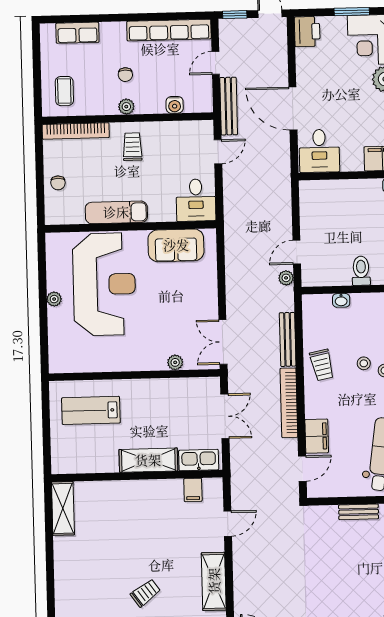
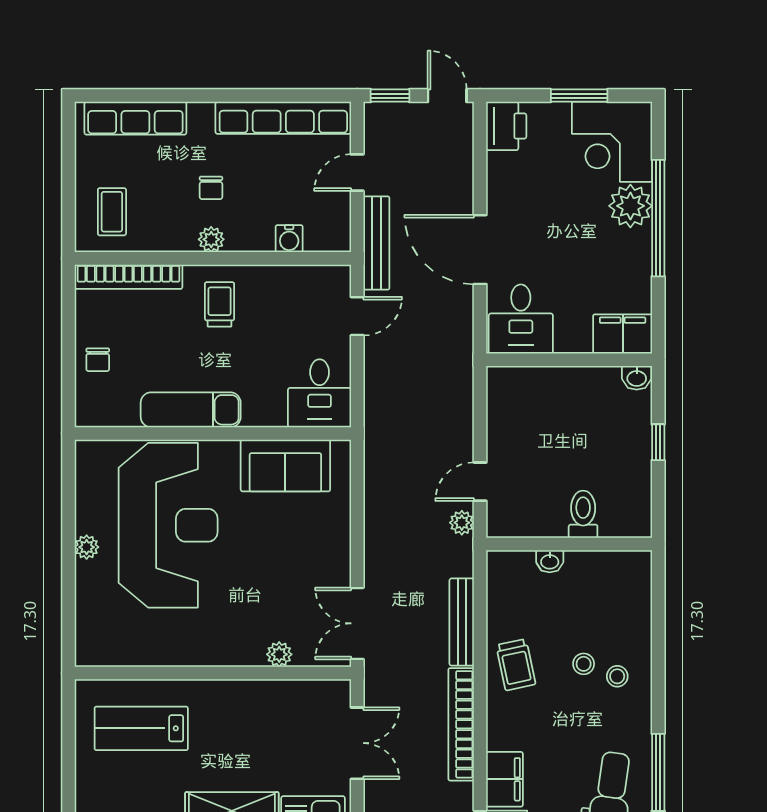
row of seats: (77, 33) -> (135, 118), width x1.48

